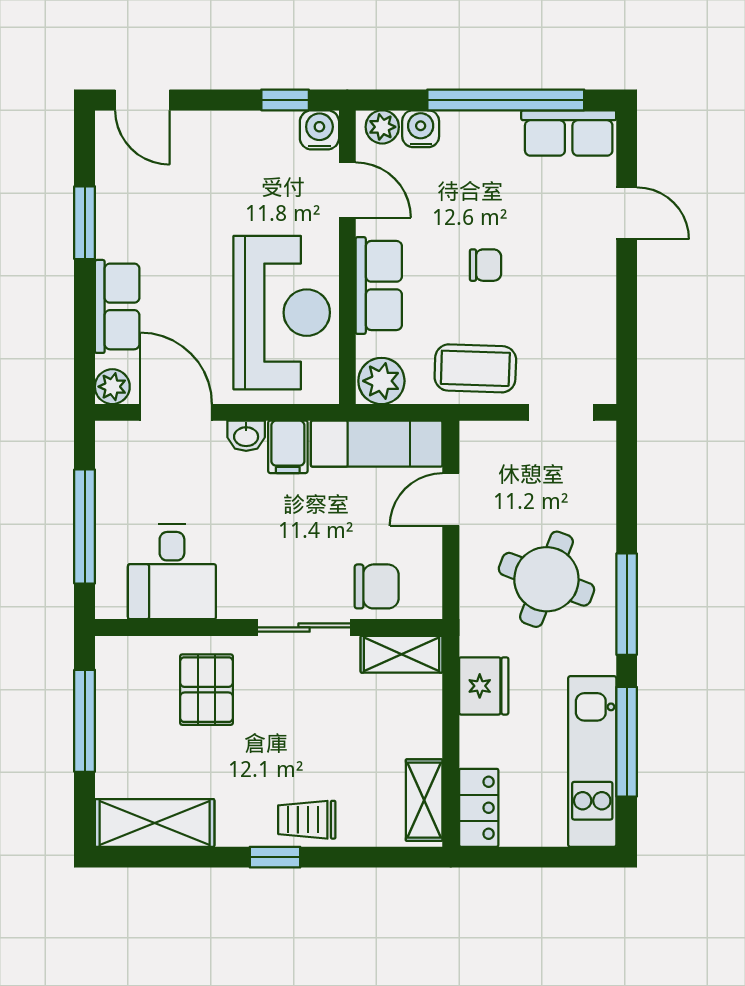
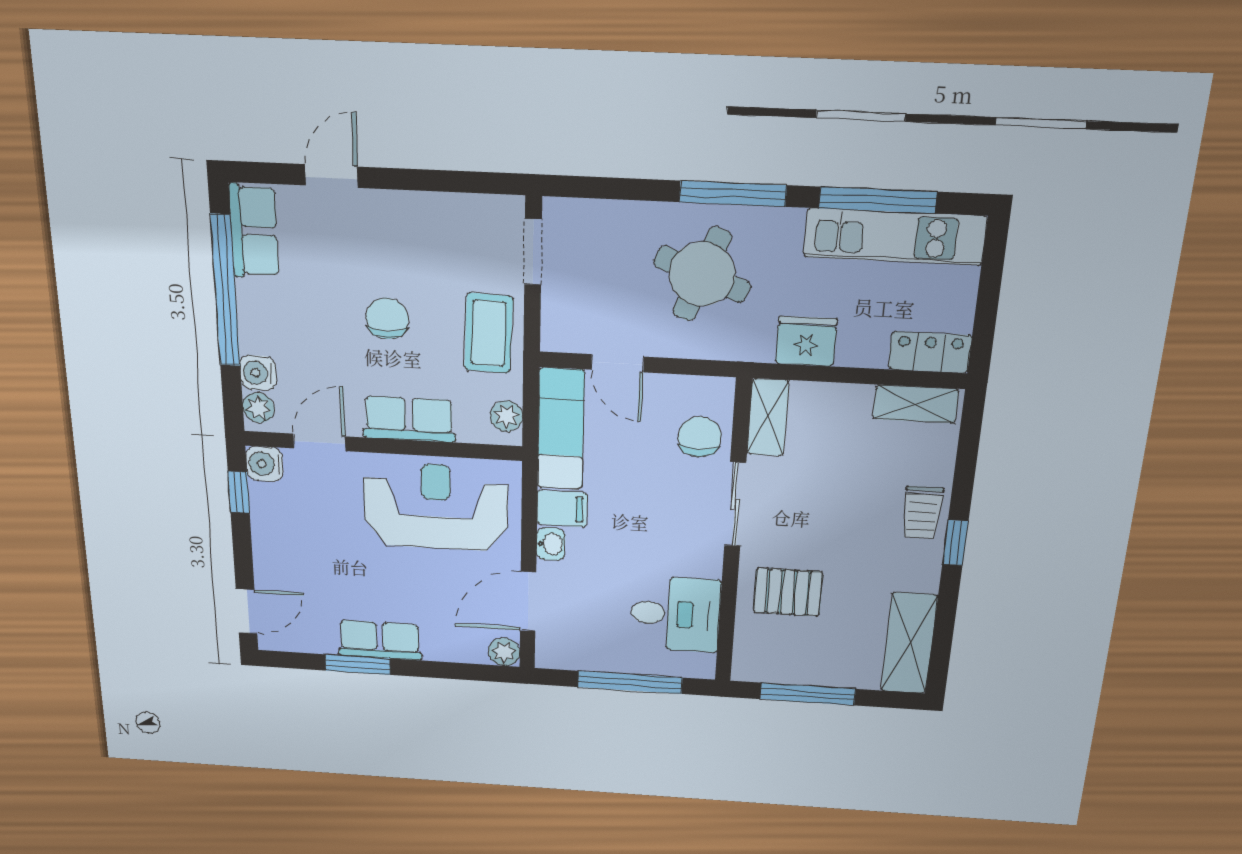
chair: (486, 265) -> (387, 318), width x1.37, depth x1.37
row of seats: (117, 306) -> (380, 640), moved
plant: (381, 381) -> (506, 416), width x0.73, depth x0.73

